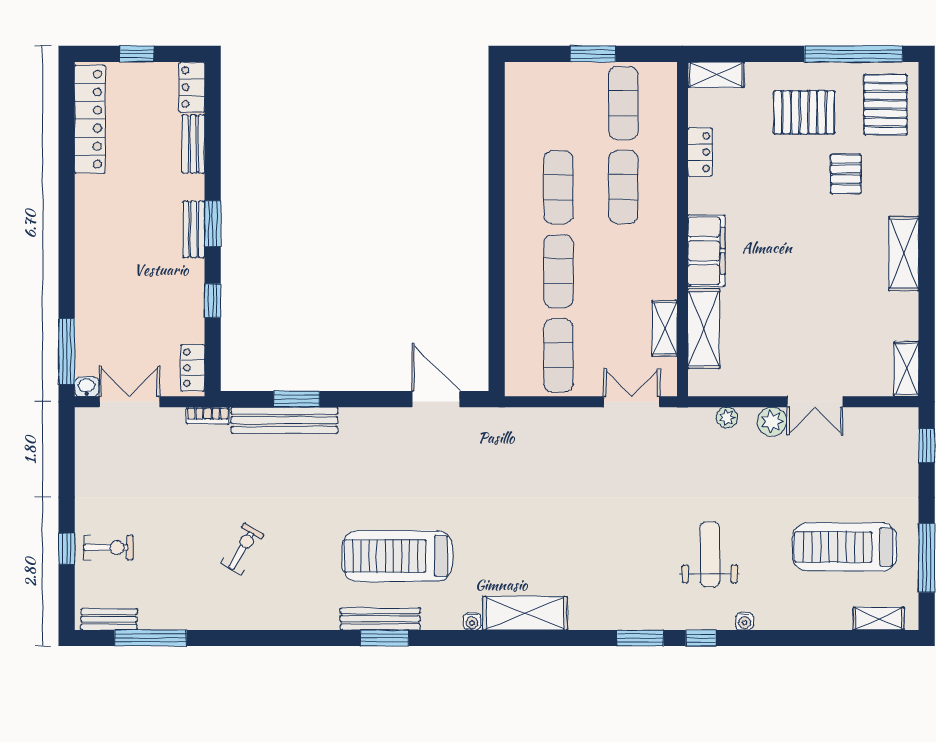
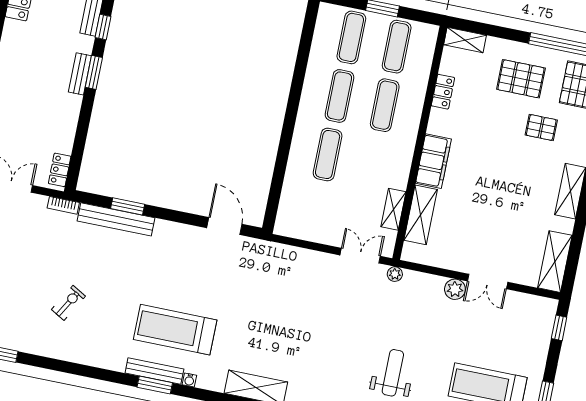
pallet: (846, 174) -> (541, 127), turned 90
window: (213, 301) -> (103, 27), moved
exercise mat: (558, 355) -> (351, 37), moved
shelving: (906, 369) -> (555, 262), width x1.50, depth x1.33
plant: (727, 417) -> (395, 274), moved
water cooler: (472, 621) -> (189, 380), moved

